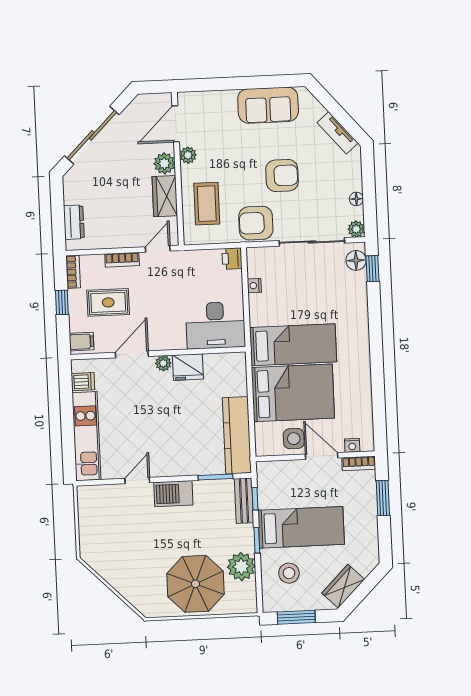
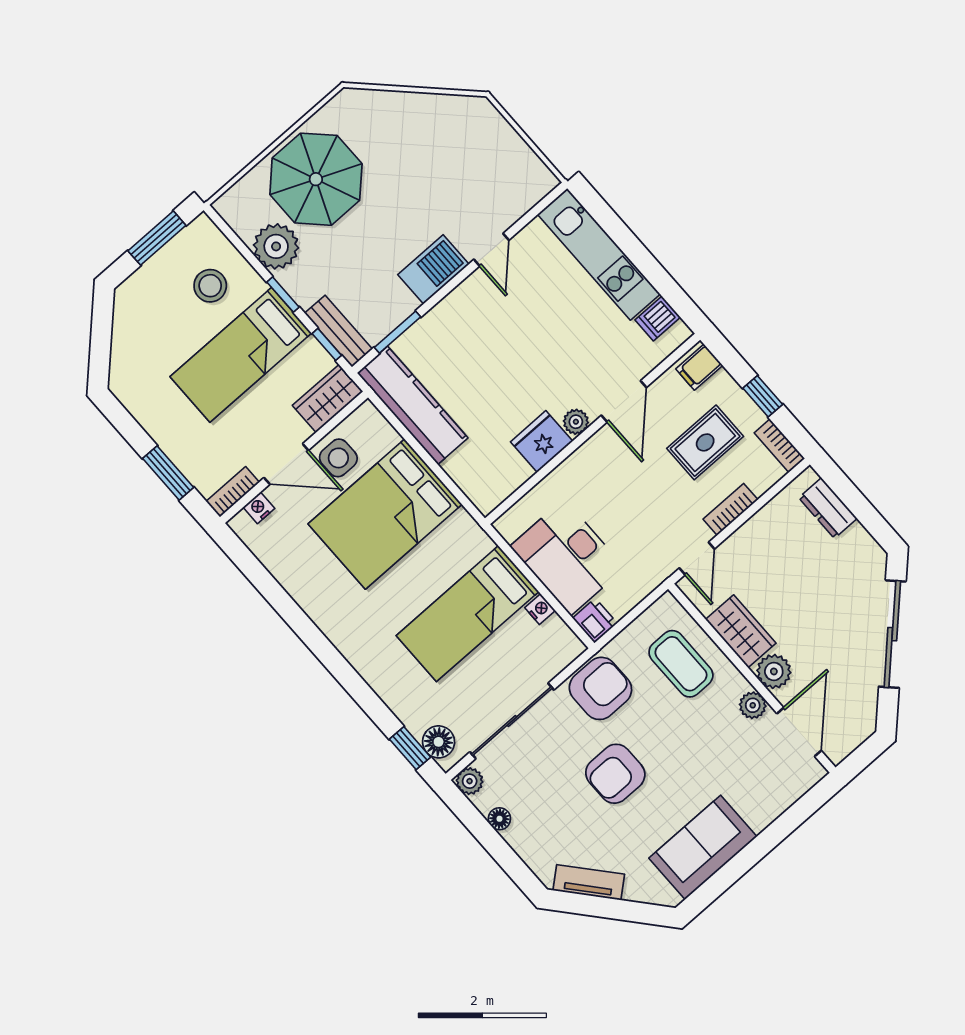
desk: (215, 325) -> (567, 557), moved, turned -90
bed: (293, 345) -> (467, 614), moved
wardrobe: (343, 586) -> (328, 398), moved, turned -135

